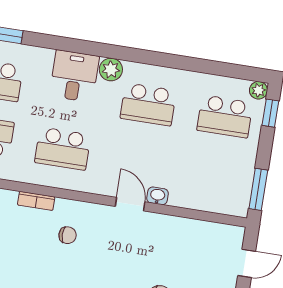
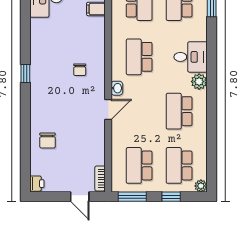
window: (270, 113) -> (171, 197), moved
school desk: (216, 173) -> (139, 165), added
washbasin: (158, 196) -> (117, 88), moved
bookcase: (36, 201) -> (100, 178), moved

